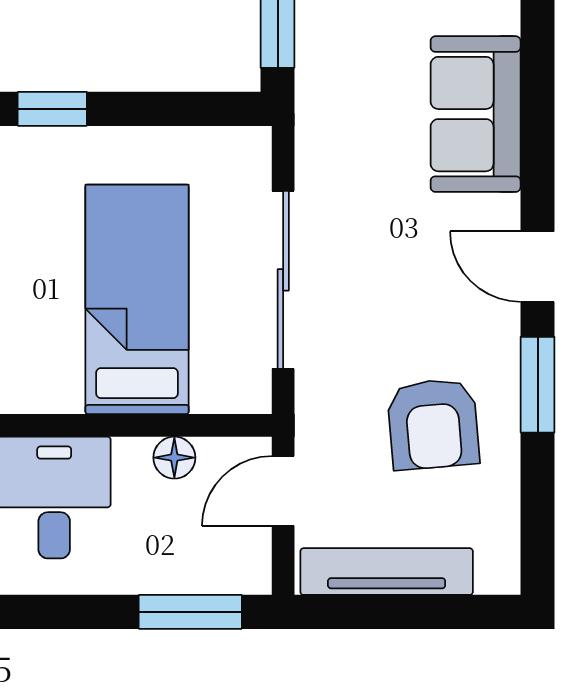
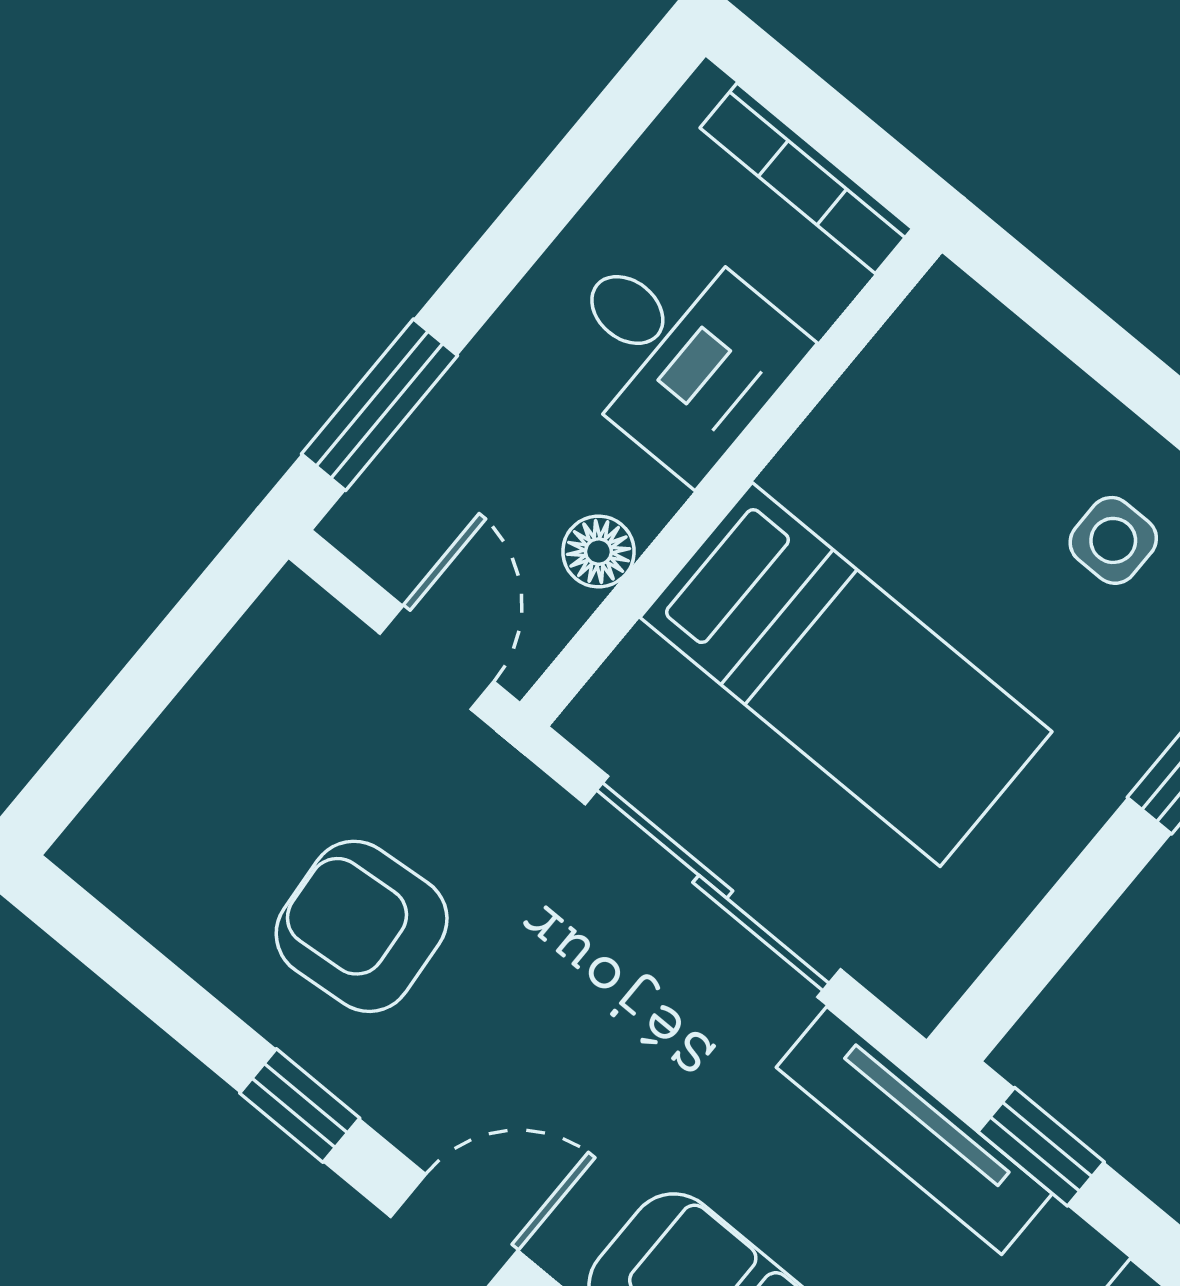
window: (538, 385) -> (300, 1106), width x0.67
tv unit: (387, 572) -> (914, 1131), moved, turned 90

